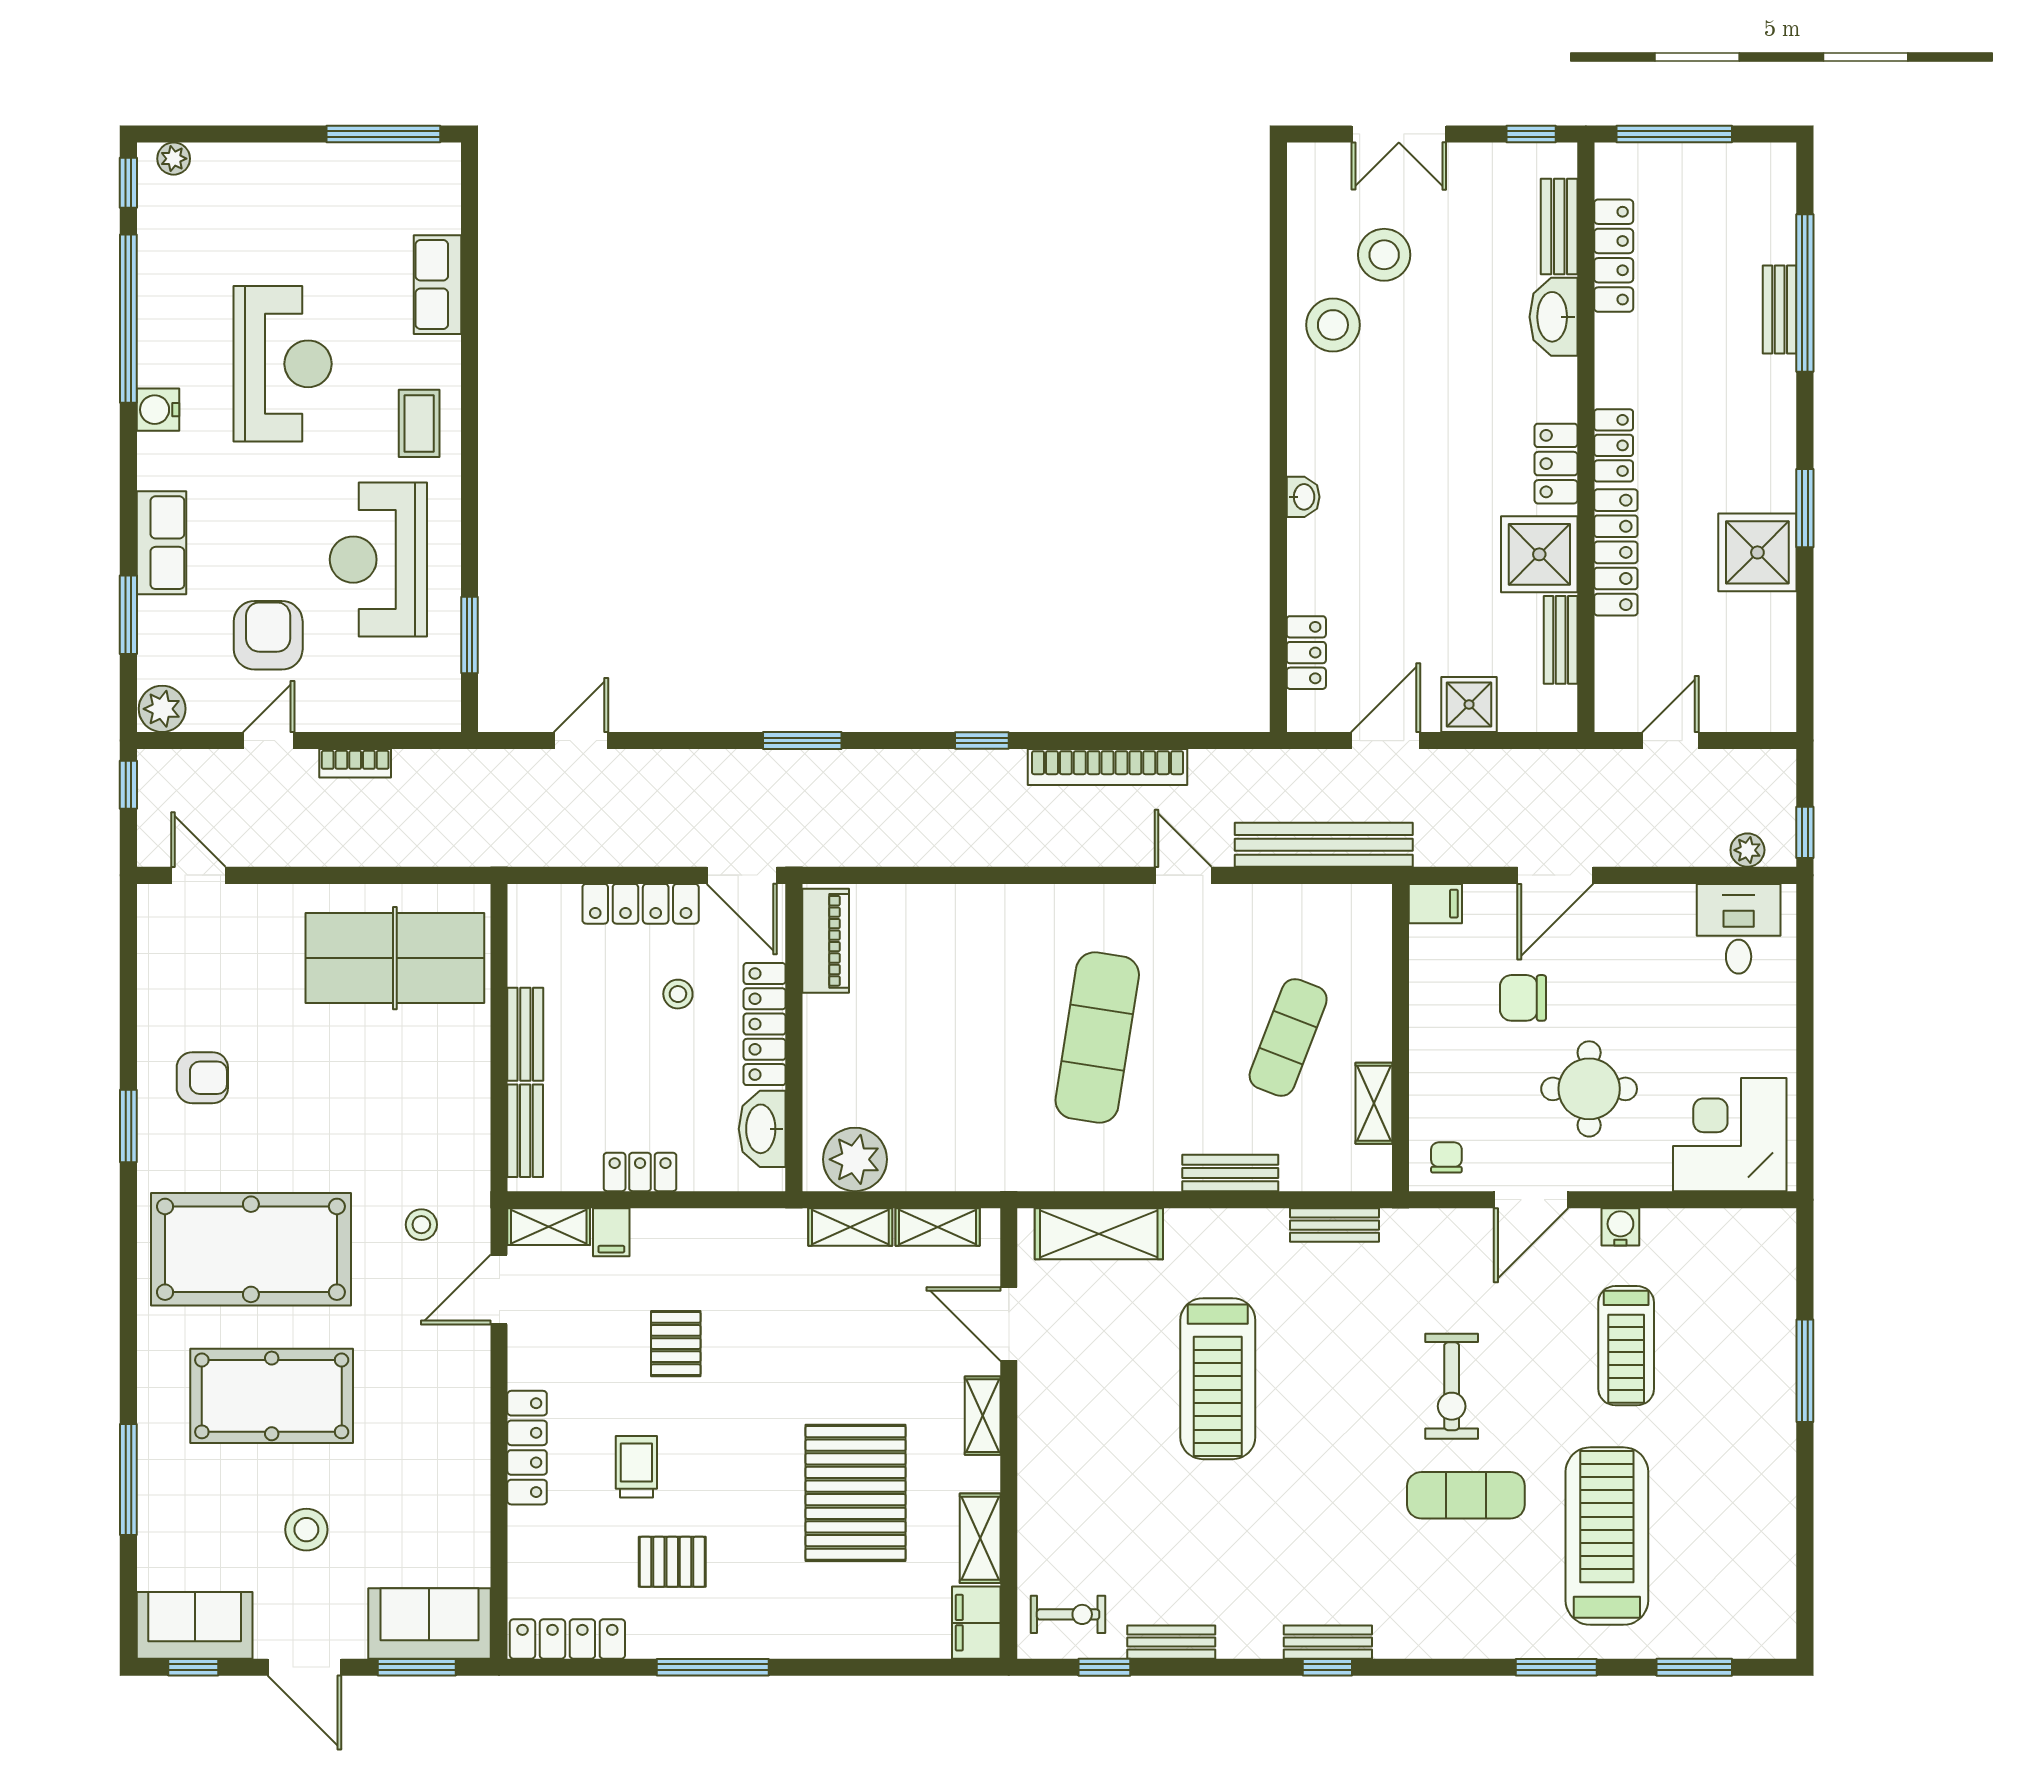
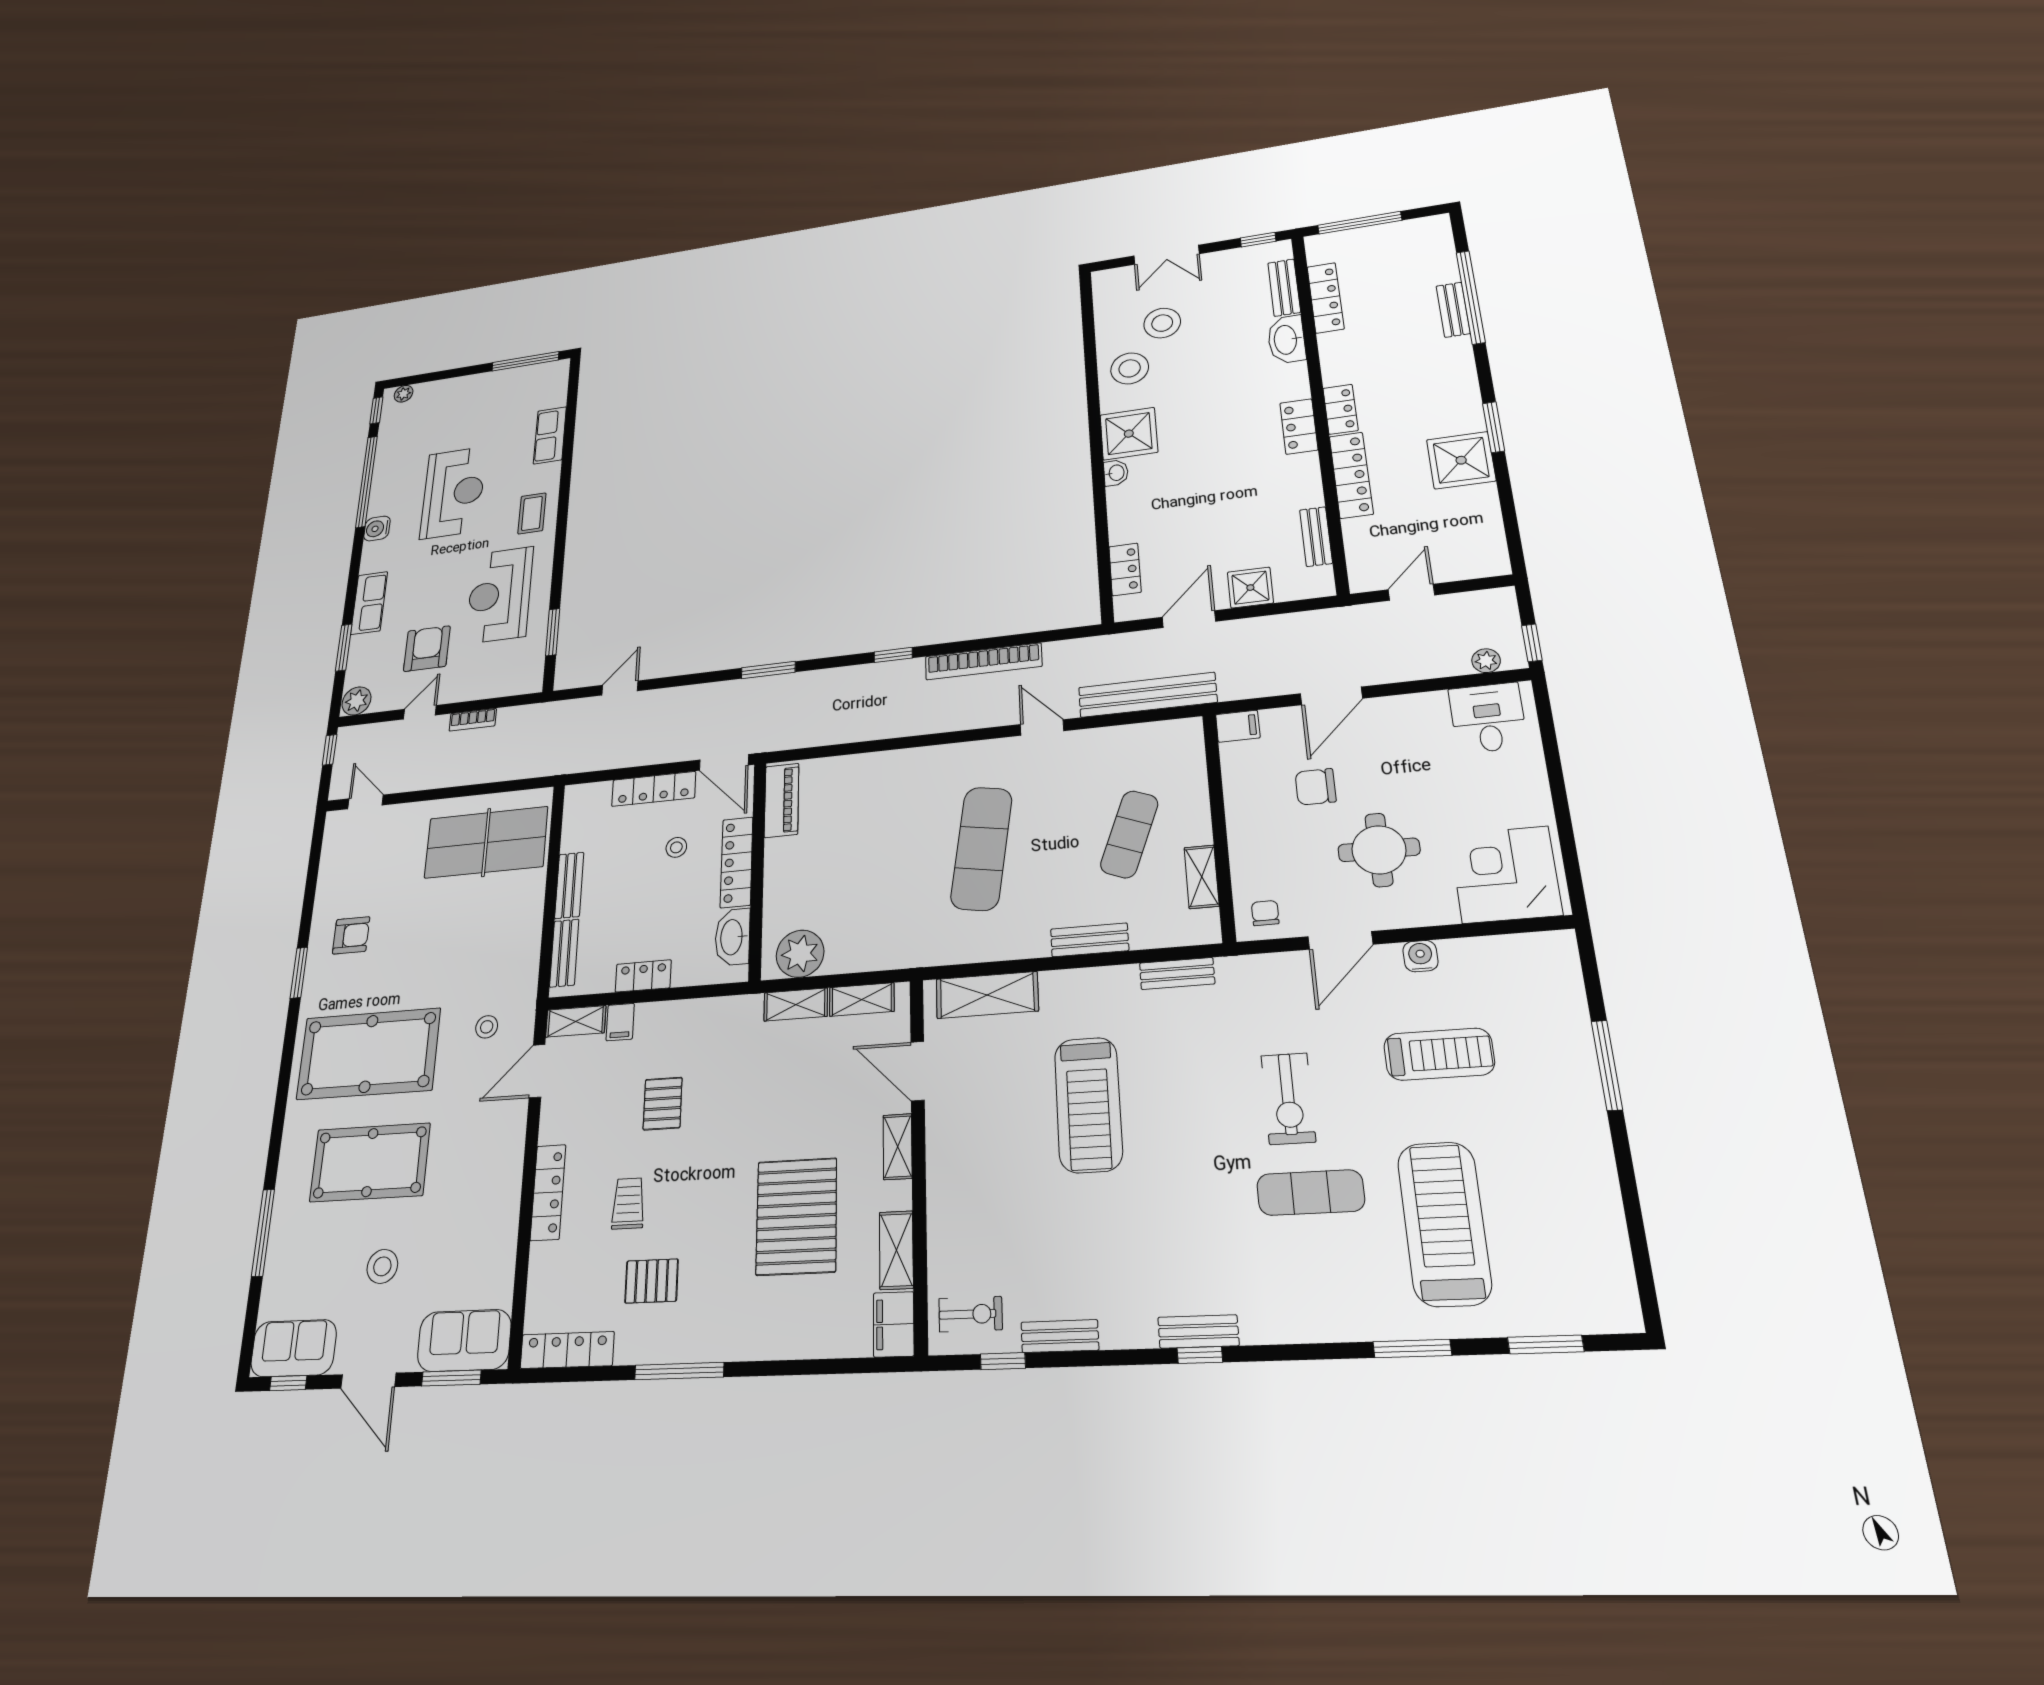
shower: (1539, 554) -> (1129, 434), moved
treadmill: (1626, 1346) -> (1439, 1054), turned -90

